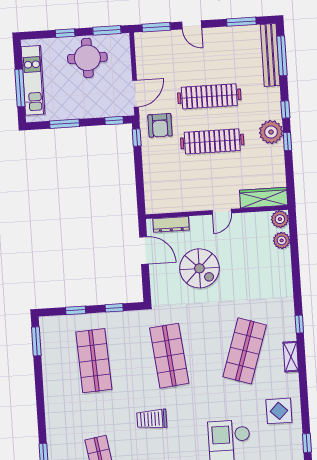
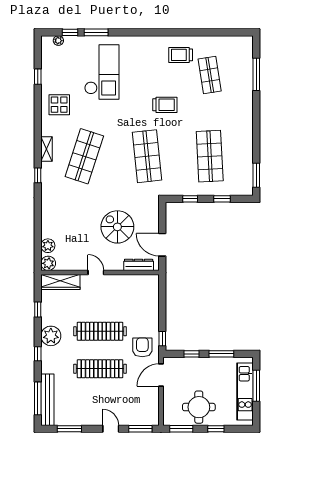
window: (114, 121) -> (192, 354), moved
window: (287, 142) -> (38, 310), moved
door: (222, 212) -> (96, 273), hinge flipped

